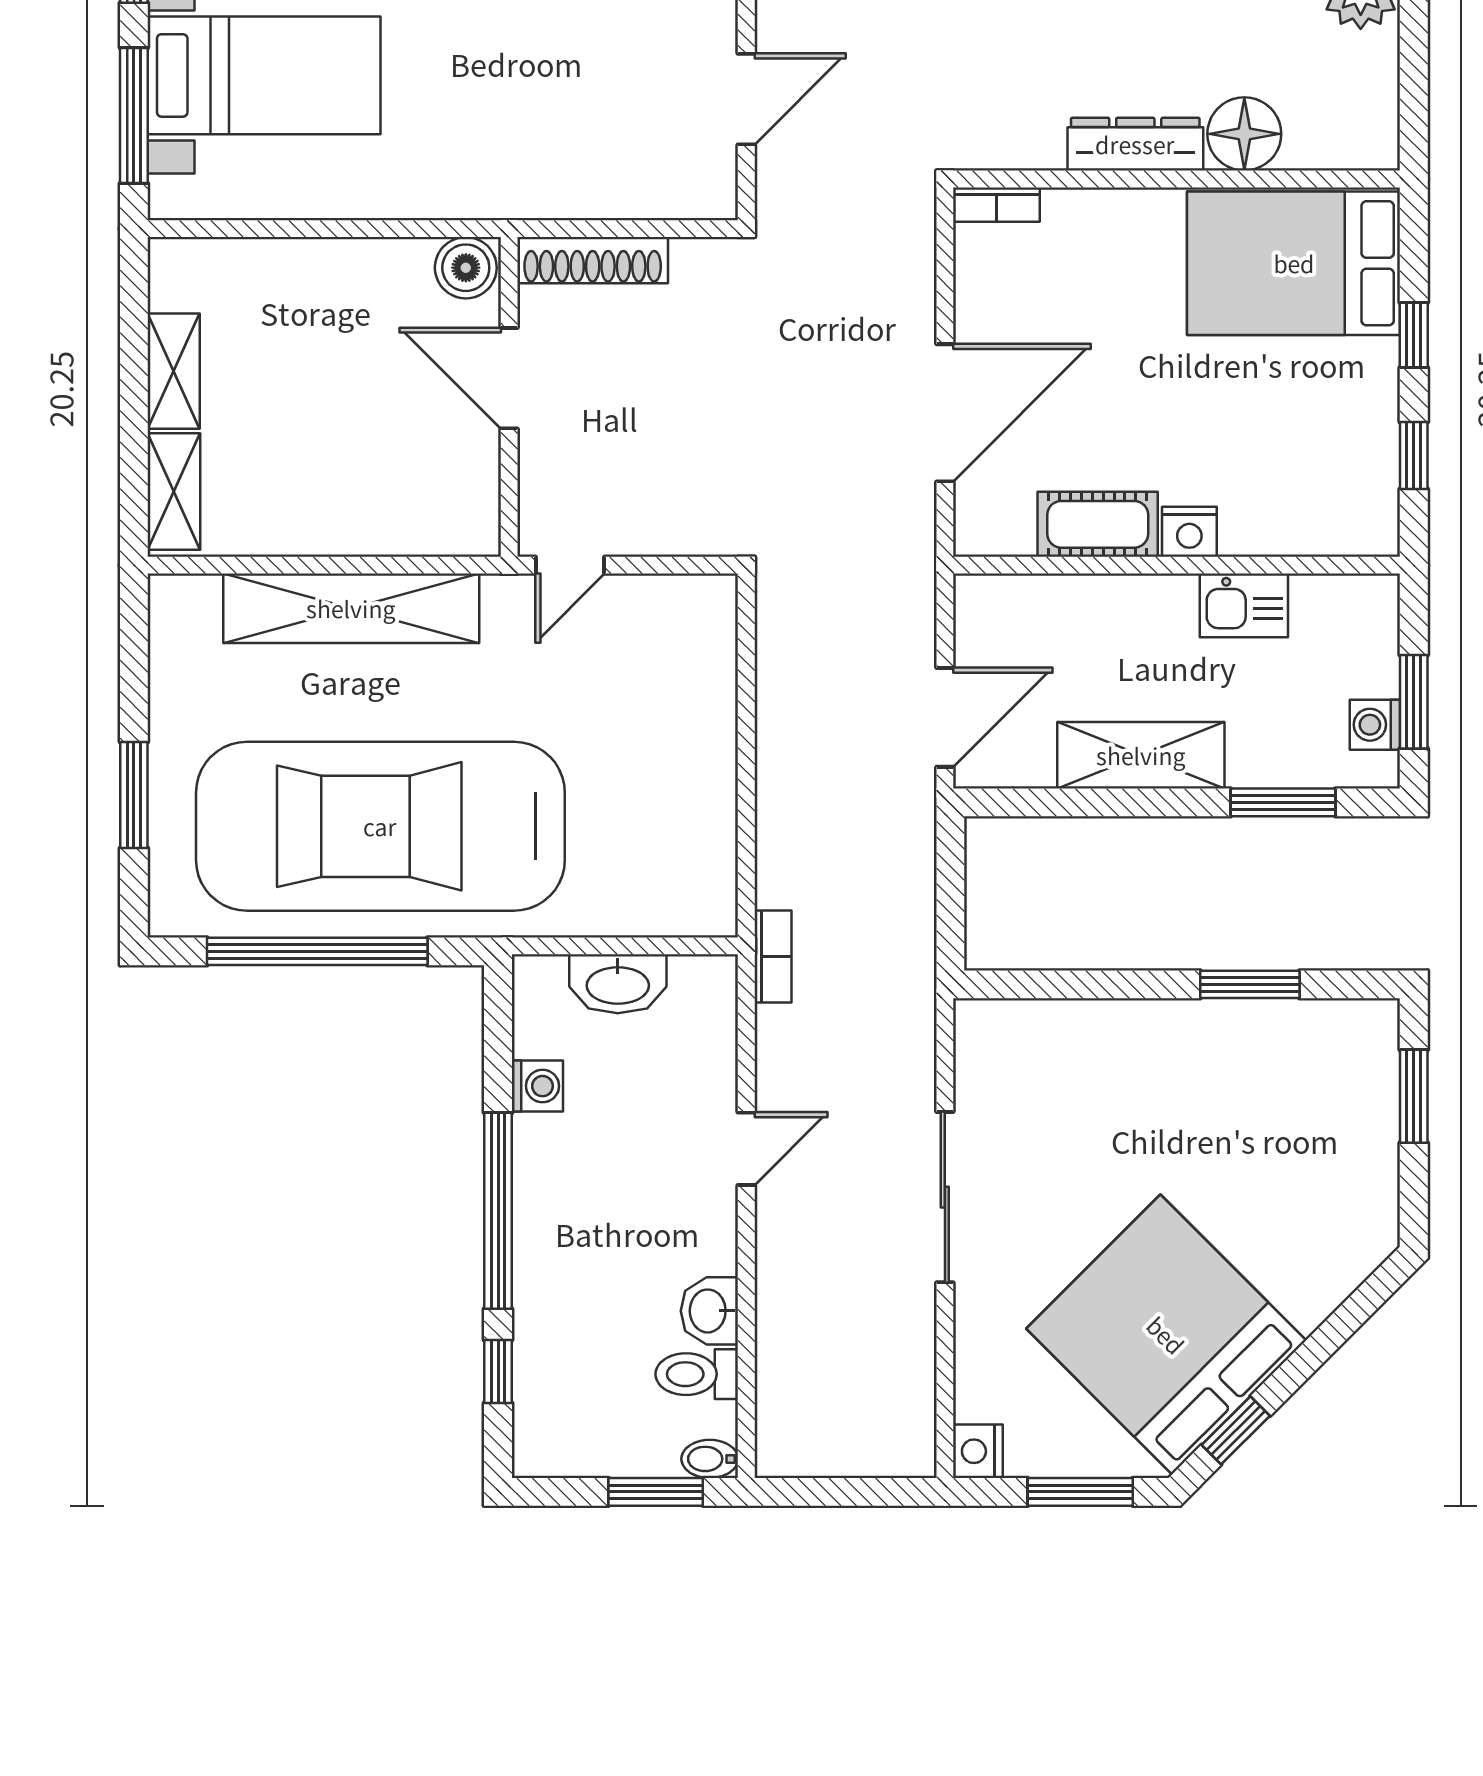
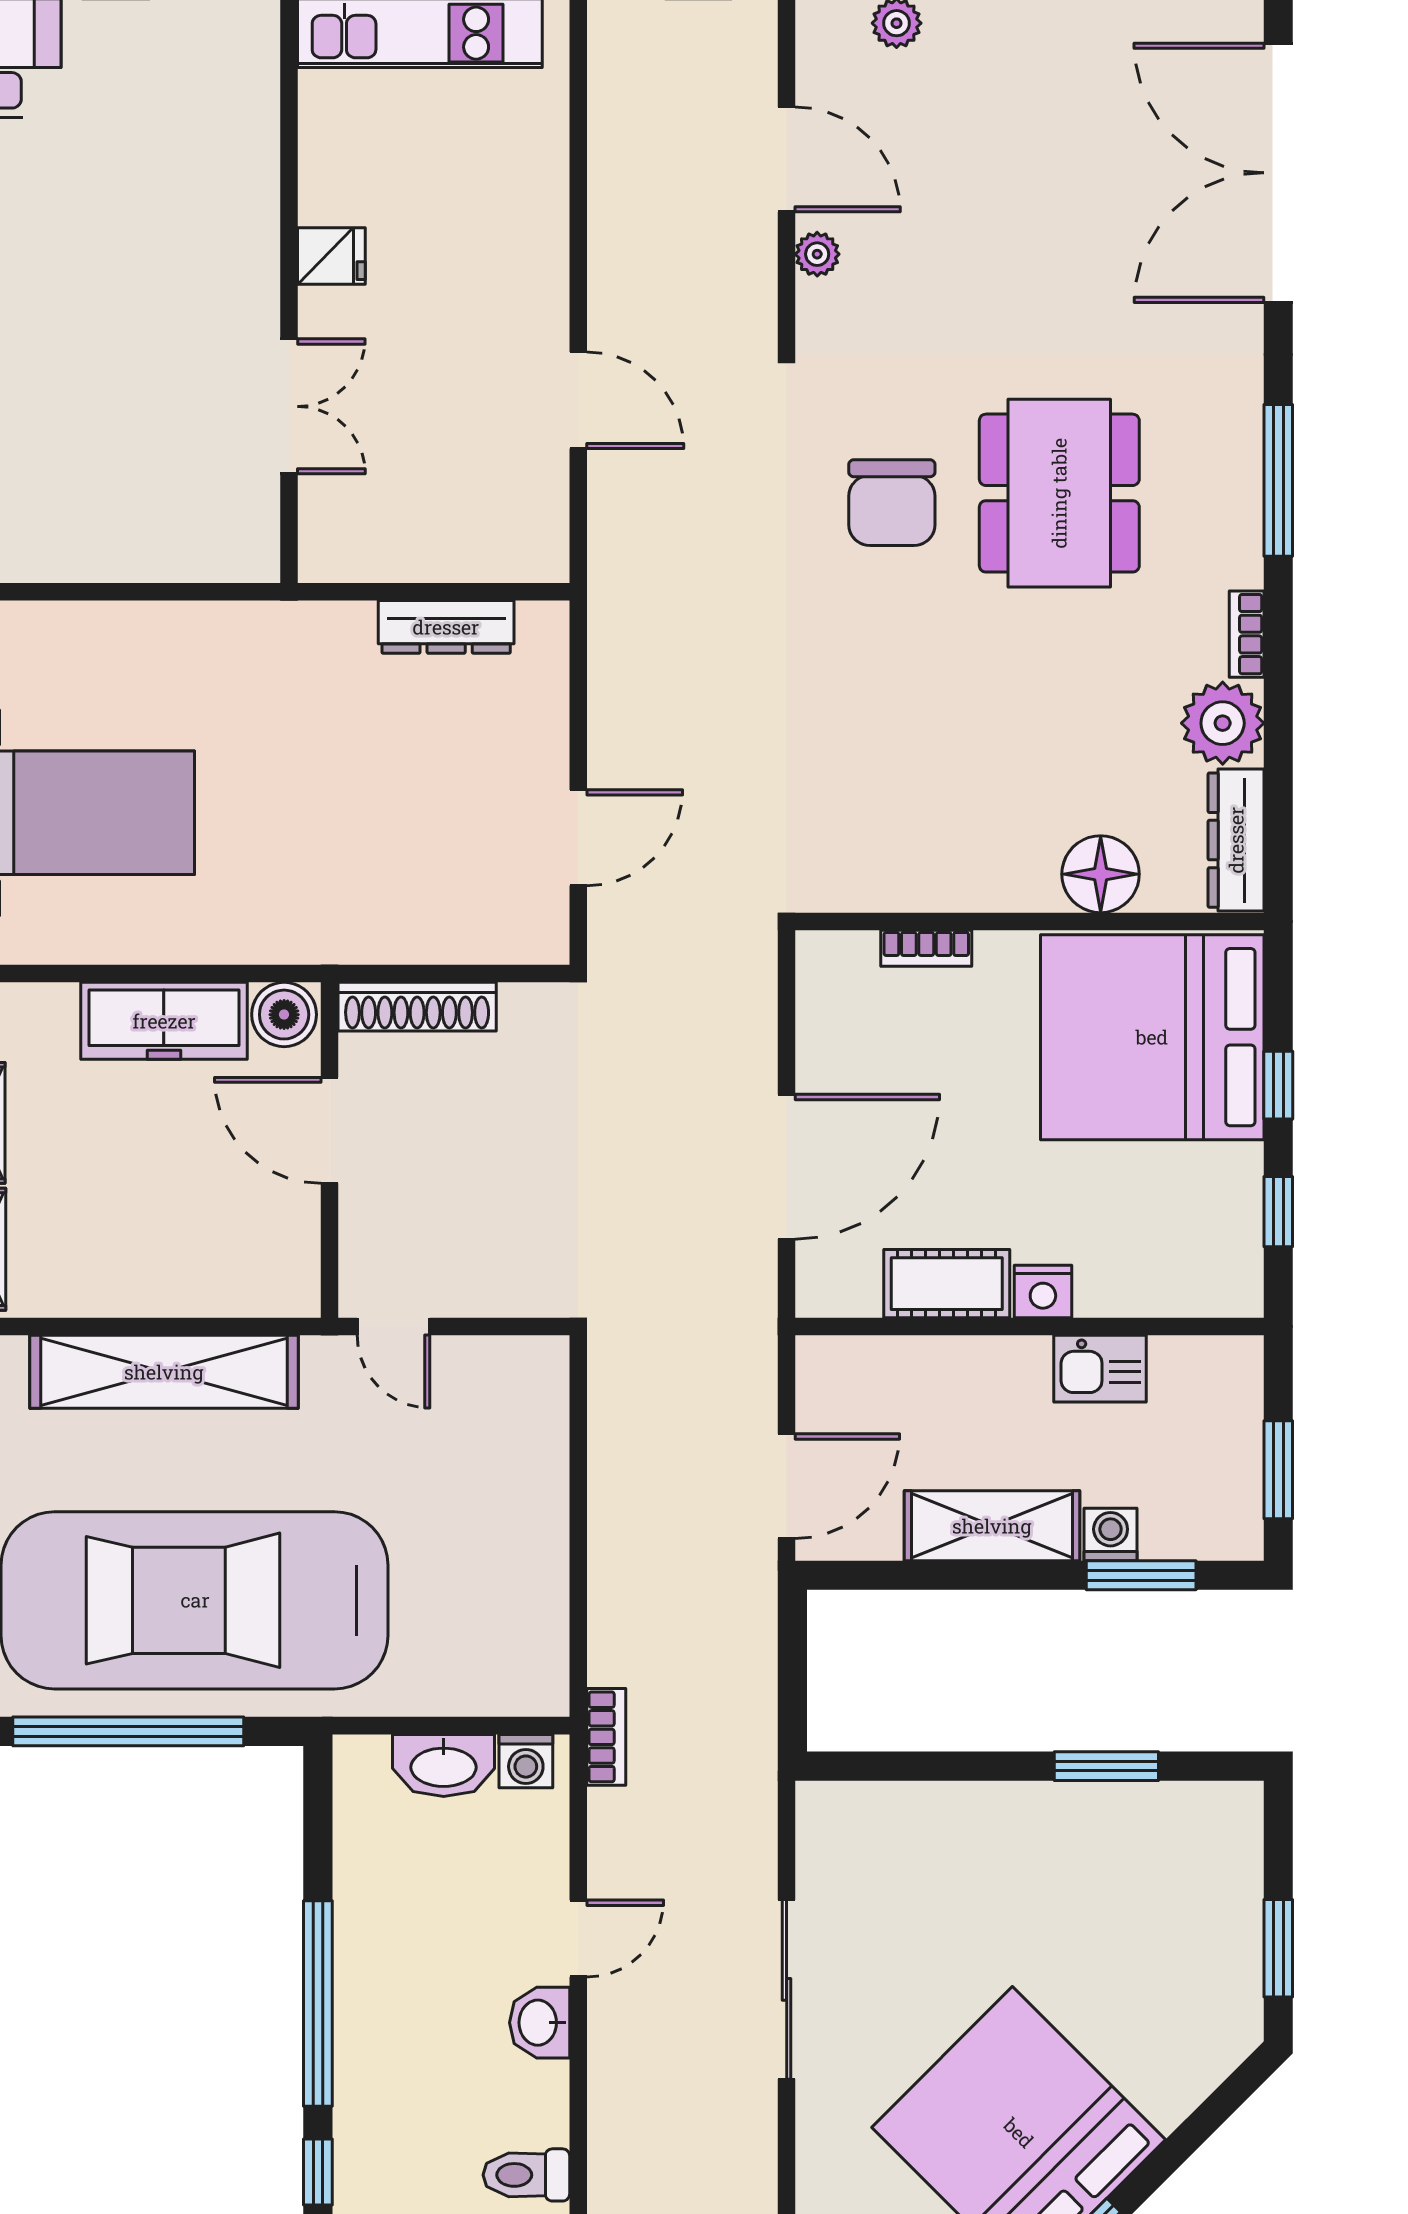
dresser: (1135, 144) -> (1236, 840), moved, turned -90
bookcase: (996, 205) -> (926, 948), moved
bed: (1294, 263) -> (1152, 1037), width x1.36
freezer: (351, 274) -> (164, 1021), added
door: (570, 565) -> (393, 1326), hinge flipped
washing machine: (1375, 725) -> (1111, 1534), moved, turned 90
washing machine: (537, 1086) -> (526, 1761), moved, turned 90
window: (1414, 1096) -> (1278, 1948), moved
washbasin: (709, 1311) -> (540, 2023), moved

